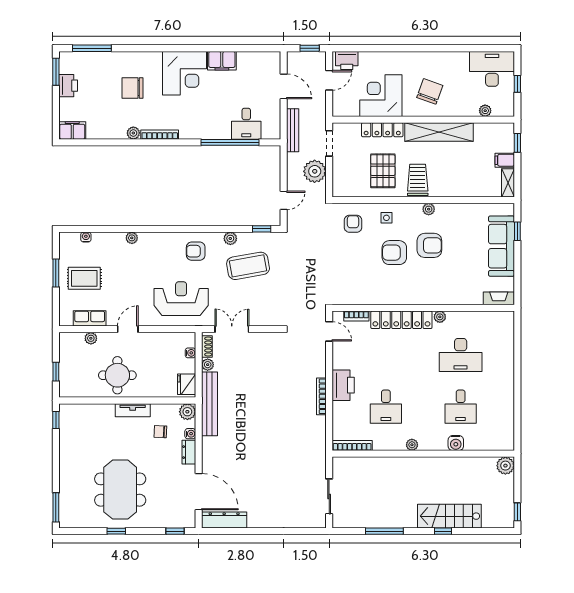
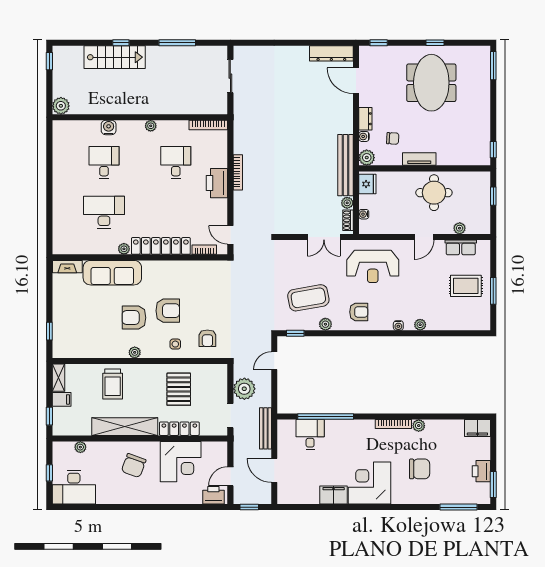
trolley: (418, 180) -> (113, 384), moved
water cooler: (86, 237) -> (398, 326), moved
sofa: (501, 246) -> (112, 273), moved, turned 90
door: (199, 492) -> (356, 81), width x0.73

